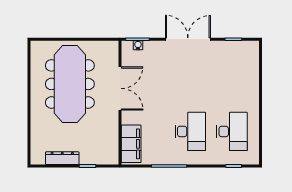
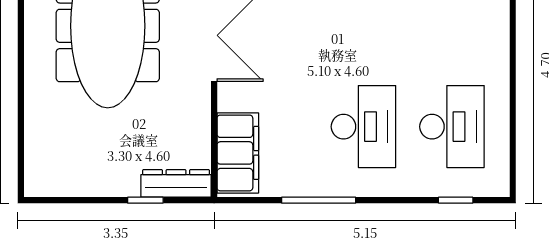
dresser: (62, 158) -> (176, 183), moved

